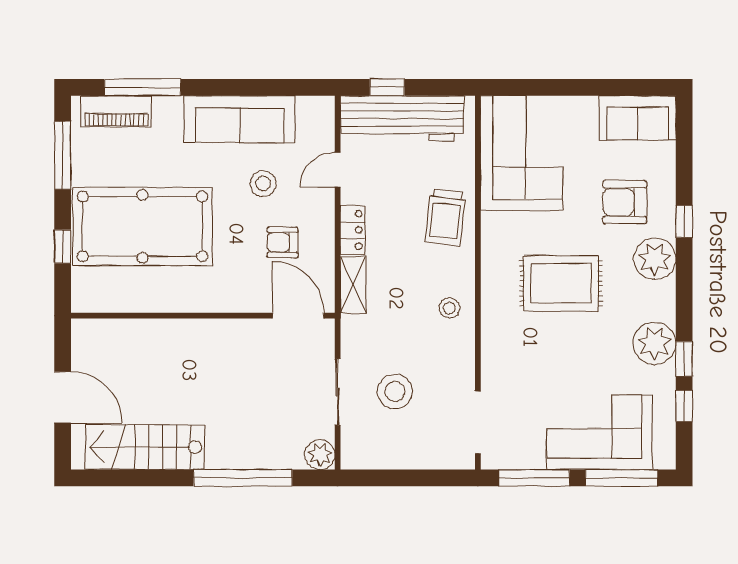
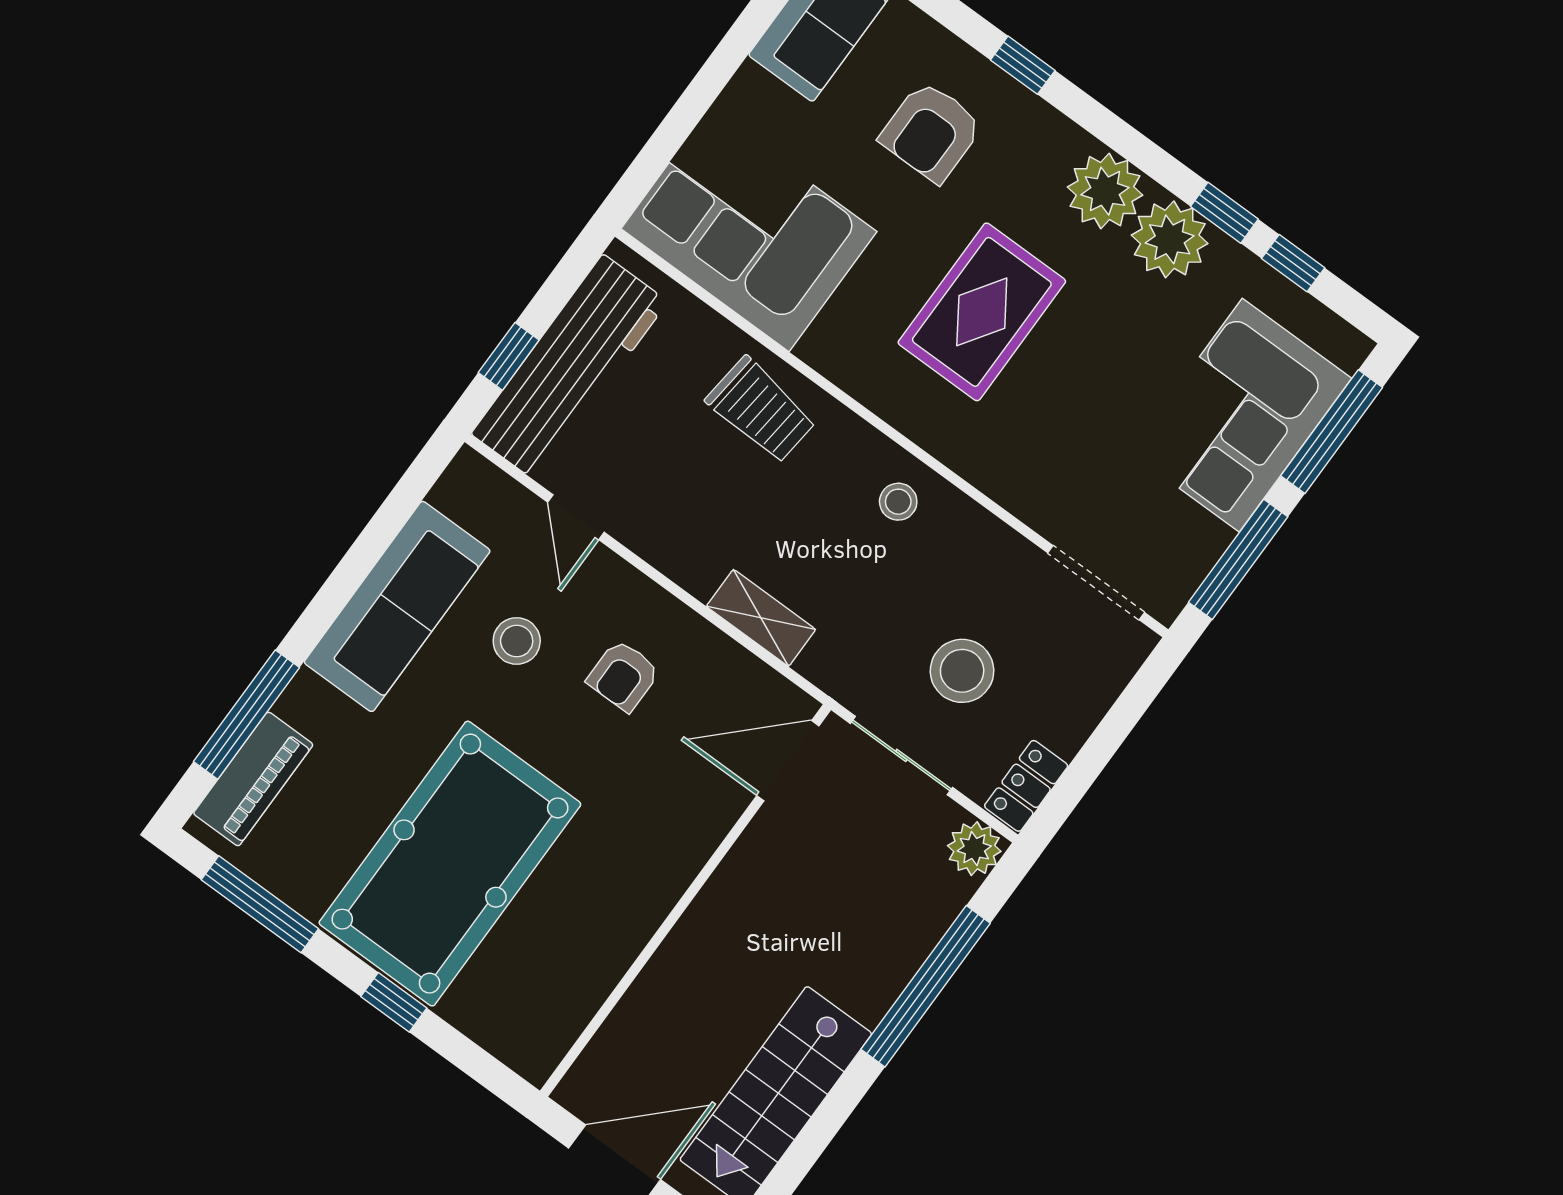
locker: (353, 230) -> (1026, 786), moved, turned -90
plant: (655, 259) -> (1105, 191), moved
wall: (203, 316) -> (685, 900), moved
door: (298, 316) -> (788, 761), moved

